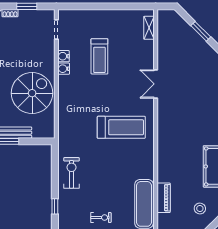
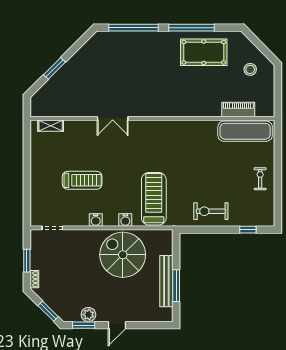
water cooler: (63, 56) -> (125, 220), moved
treadmill: (121, 127) -> (154, 199), moved

